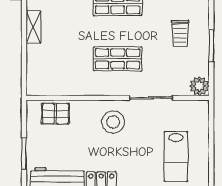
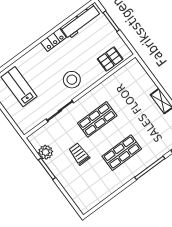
trolley: (180, 33) -> (79, 154), moved
plant: (199, 86) -> (46, 152), moved

